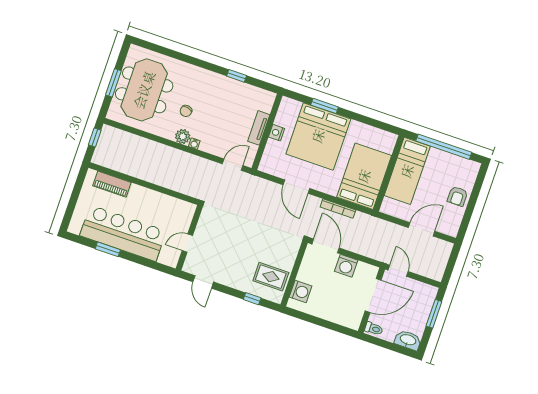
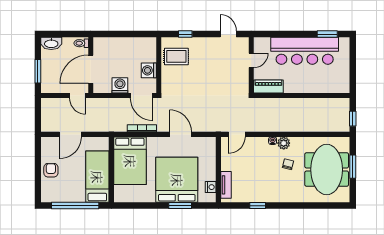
tv unit: (259, 128) -> (226, 185), moved
nightstand: (277, 133) -> (211, 187), moved
piano: (112, 184) -> (268, 86), moved
window: (108, 249) -> (327, 34), moved
washing machine: (301, 291) -> (149, 70), moved

